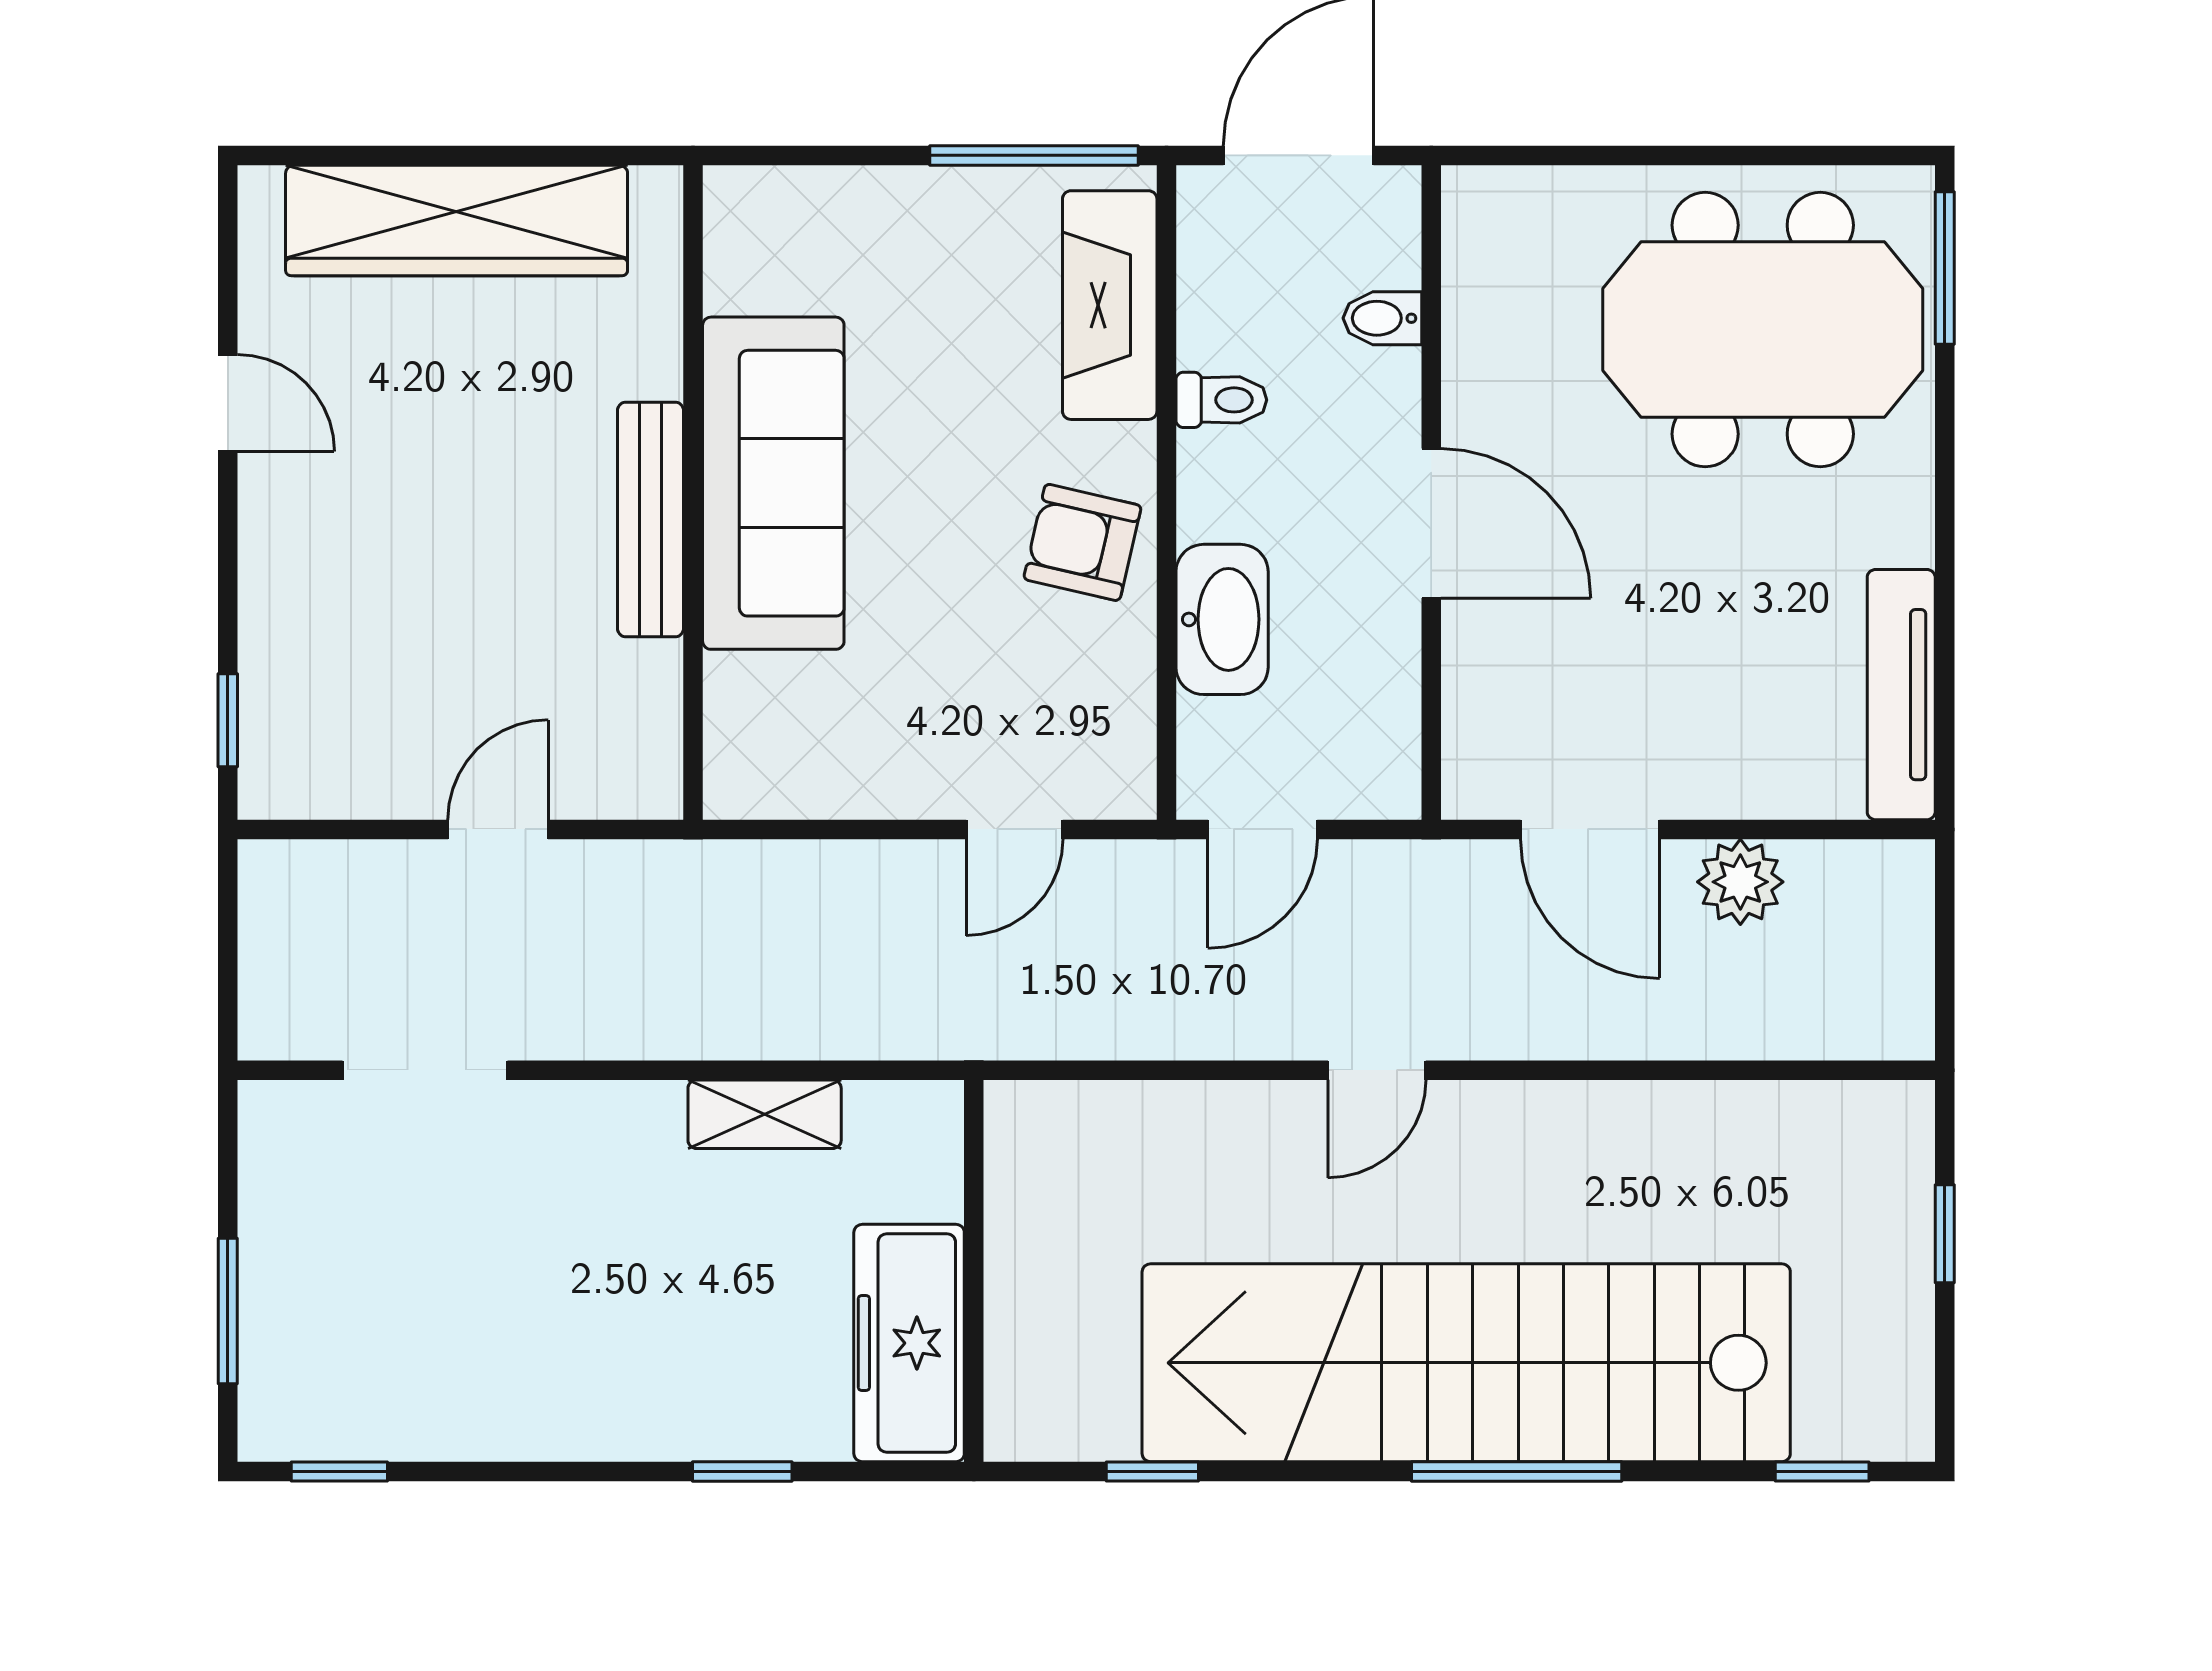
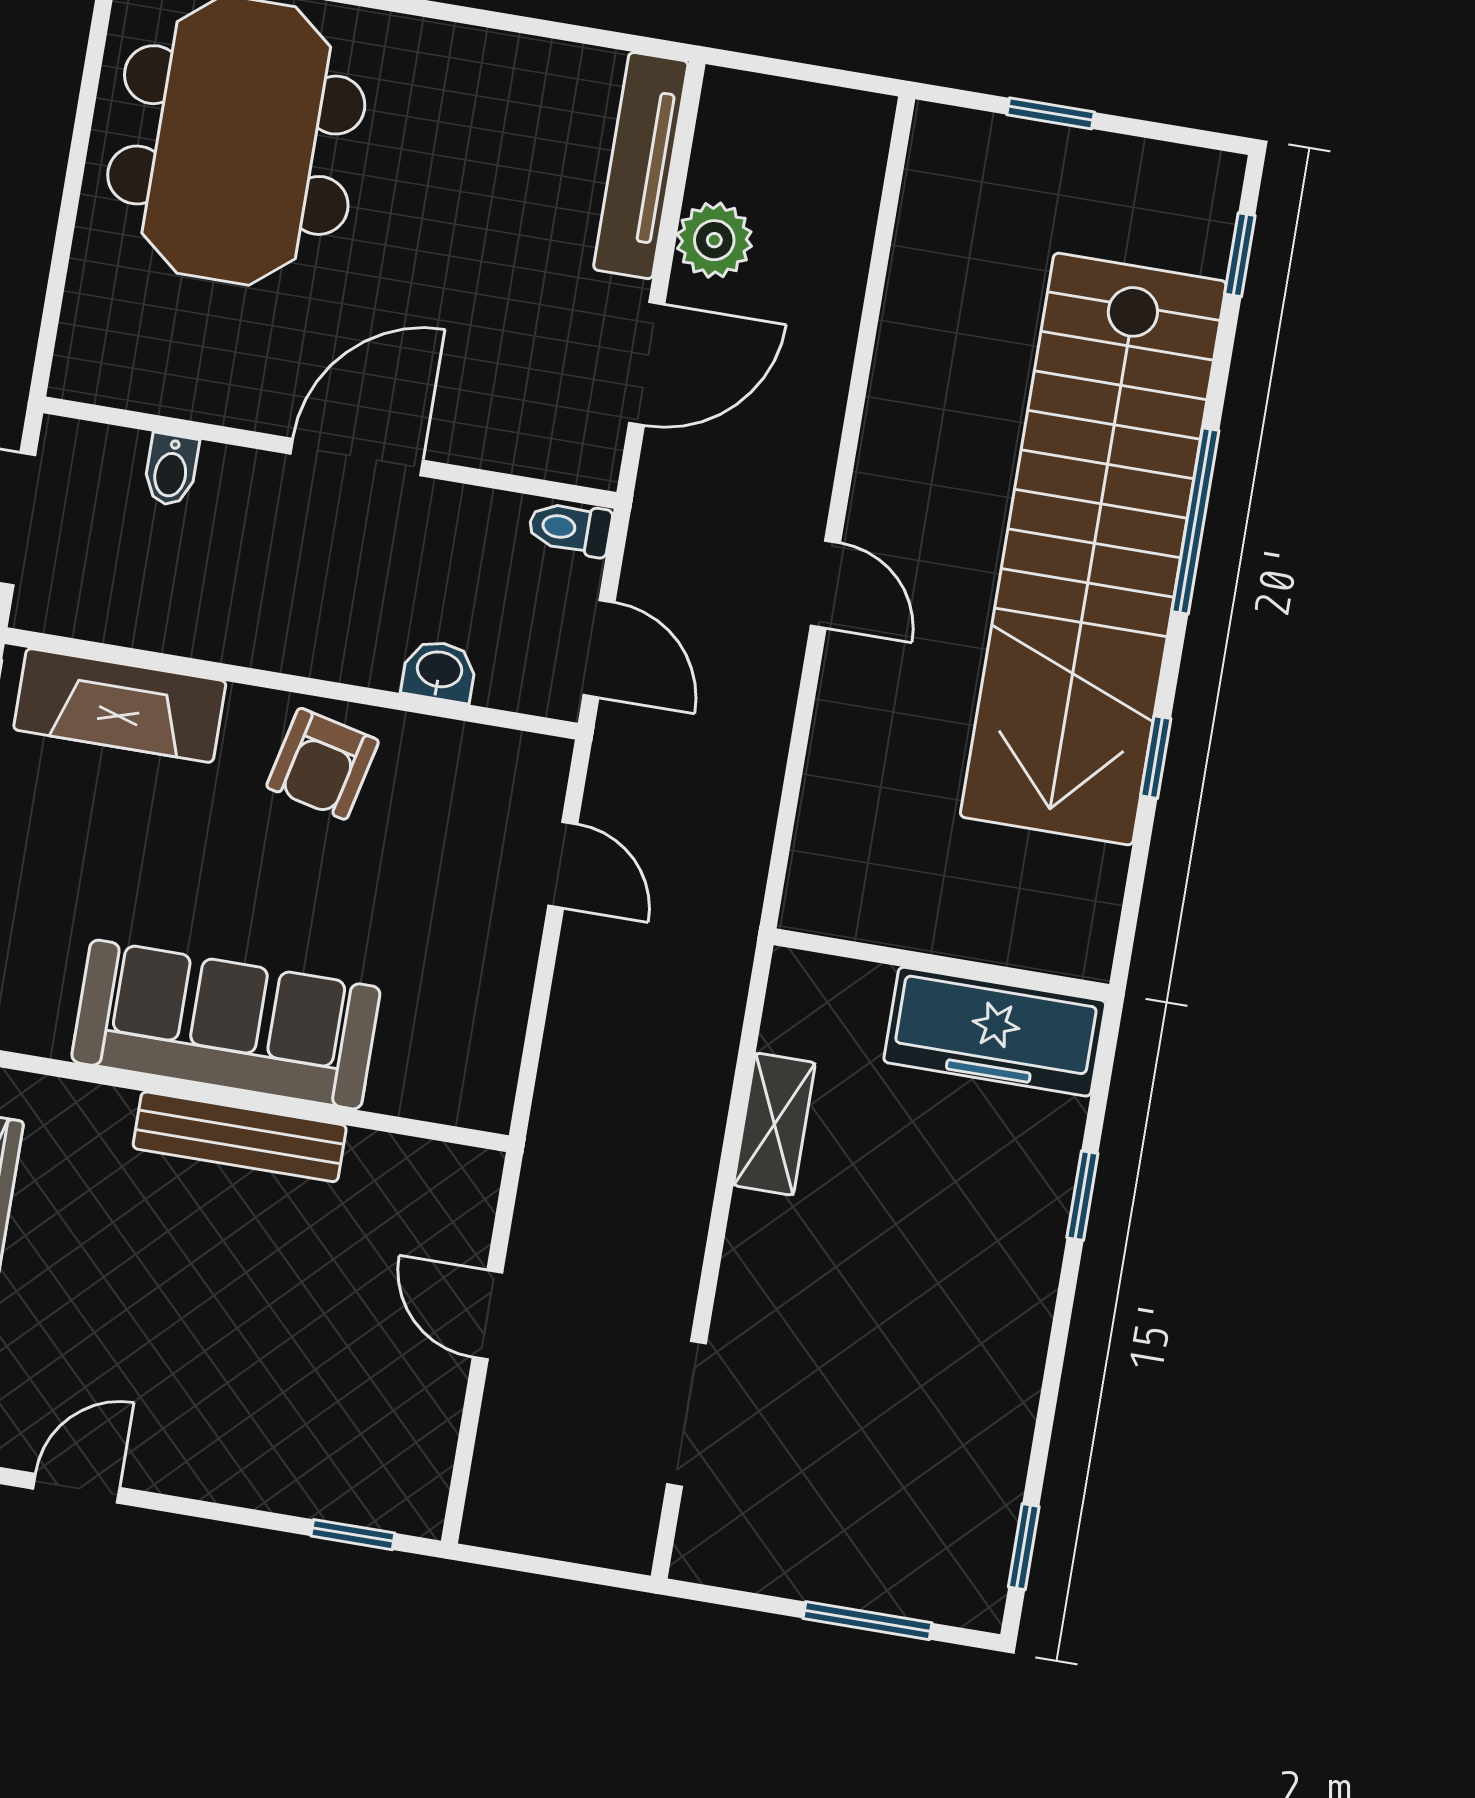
toilet: (1221, 400) -> (570, 528), moved, turned -90
washbasin: (1222, 619) -> (439, 671), width x0.52, depth x0.69
tv unit: (1901, 695) -> (641, 166), moved, turned 90
window: (1152, 1471) -> (1156, 757), moved

